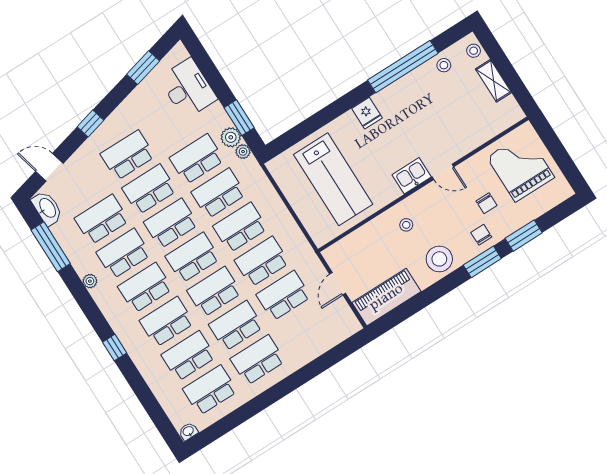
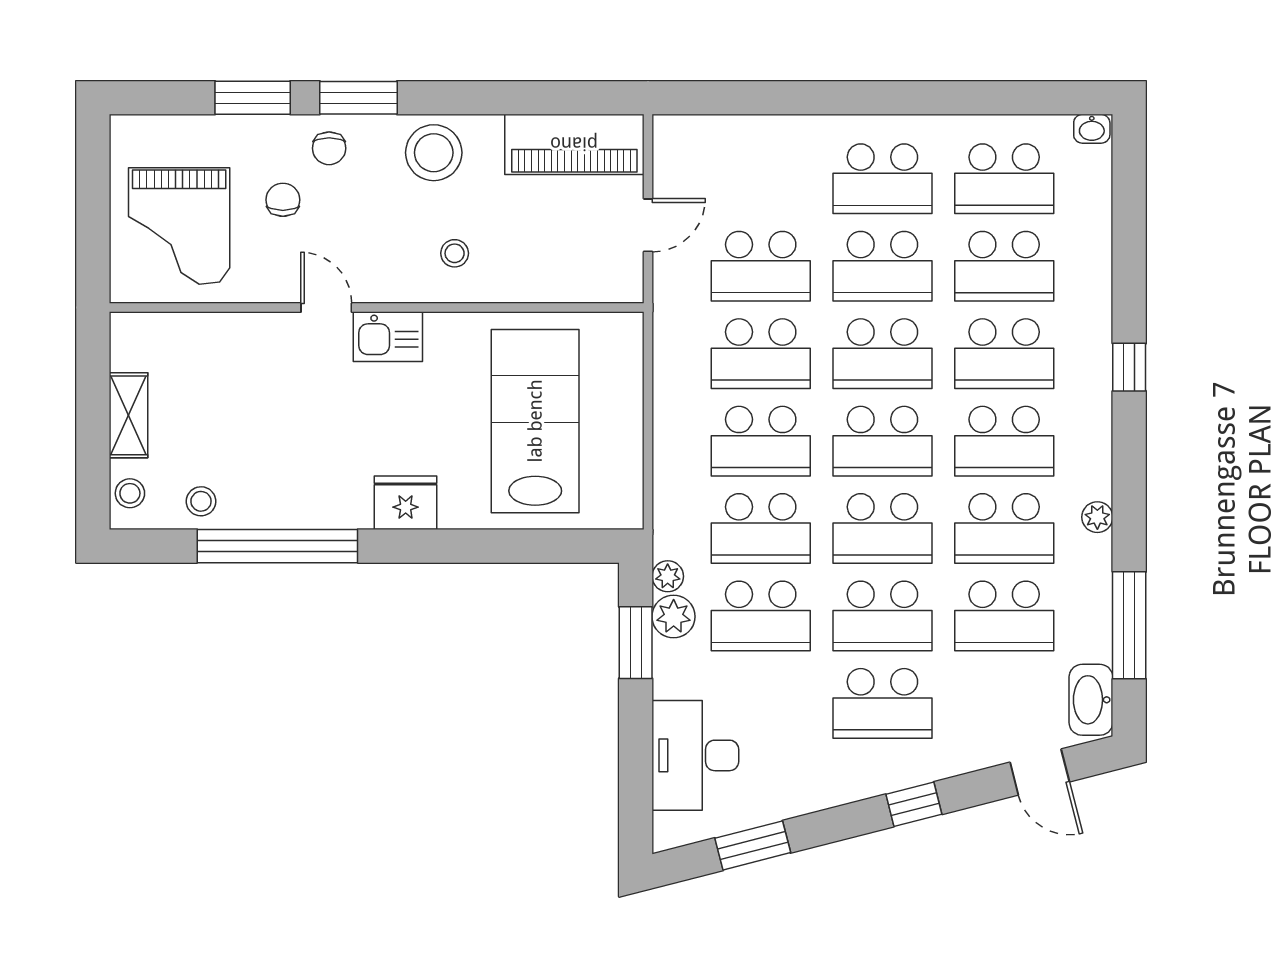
fridge: (367, 113) -> (406, 503), width x1.38

